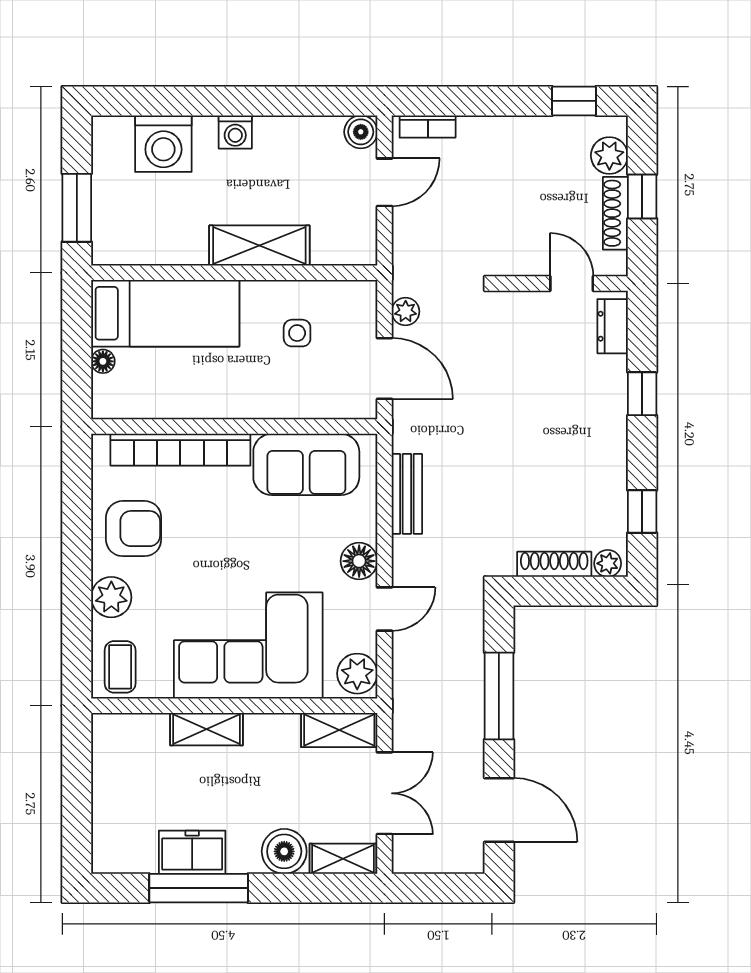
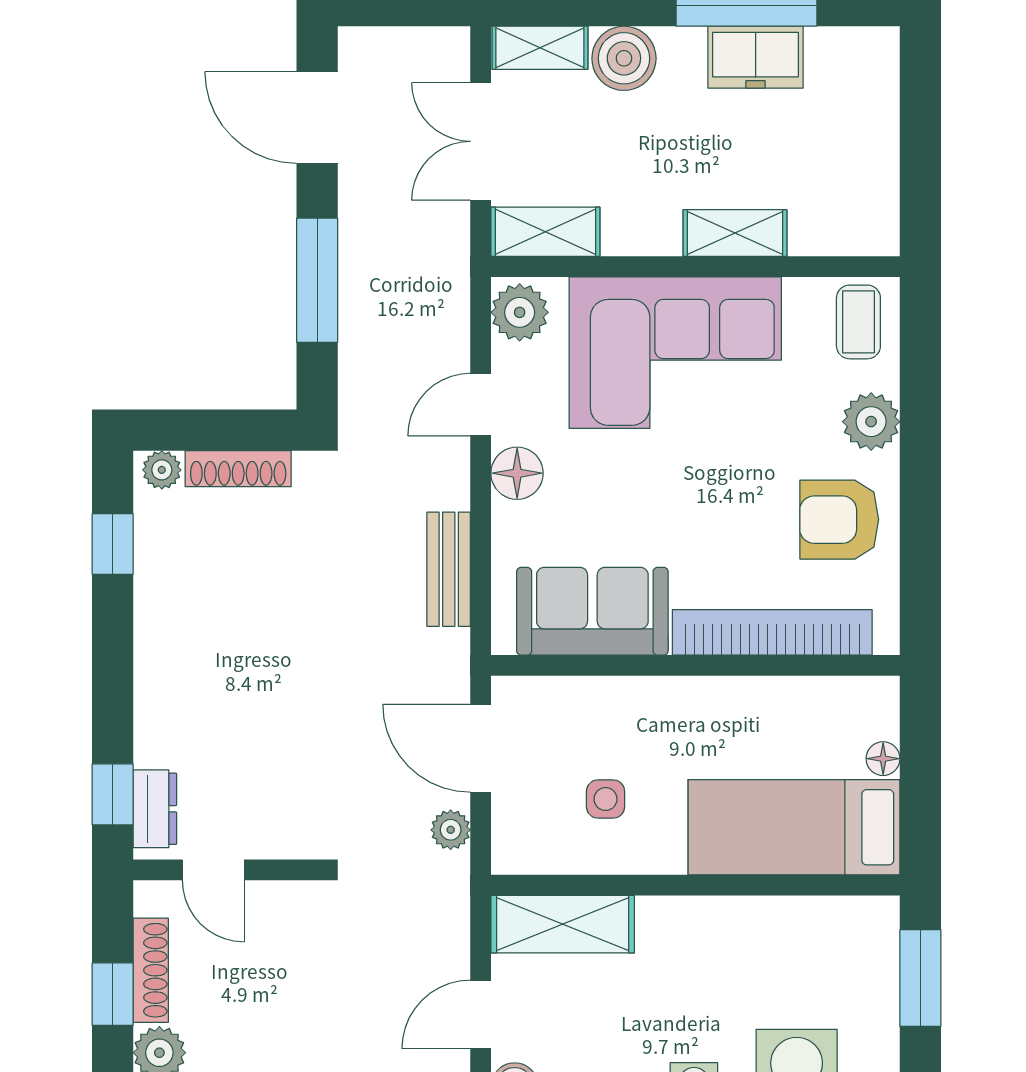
shelving: (259, 246) -> (563, 924), moved
window: (642, 394) -> (113, 794), moved

